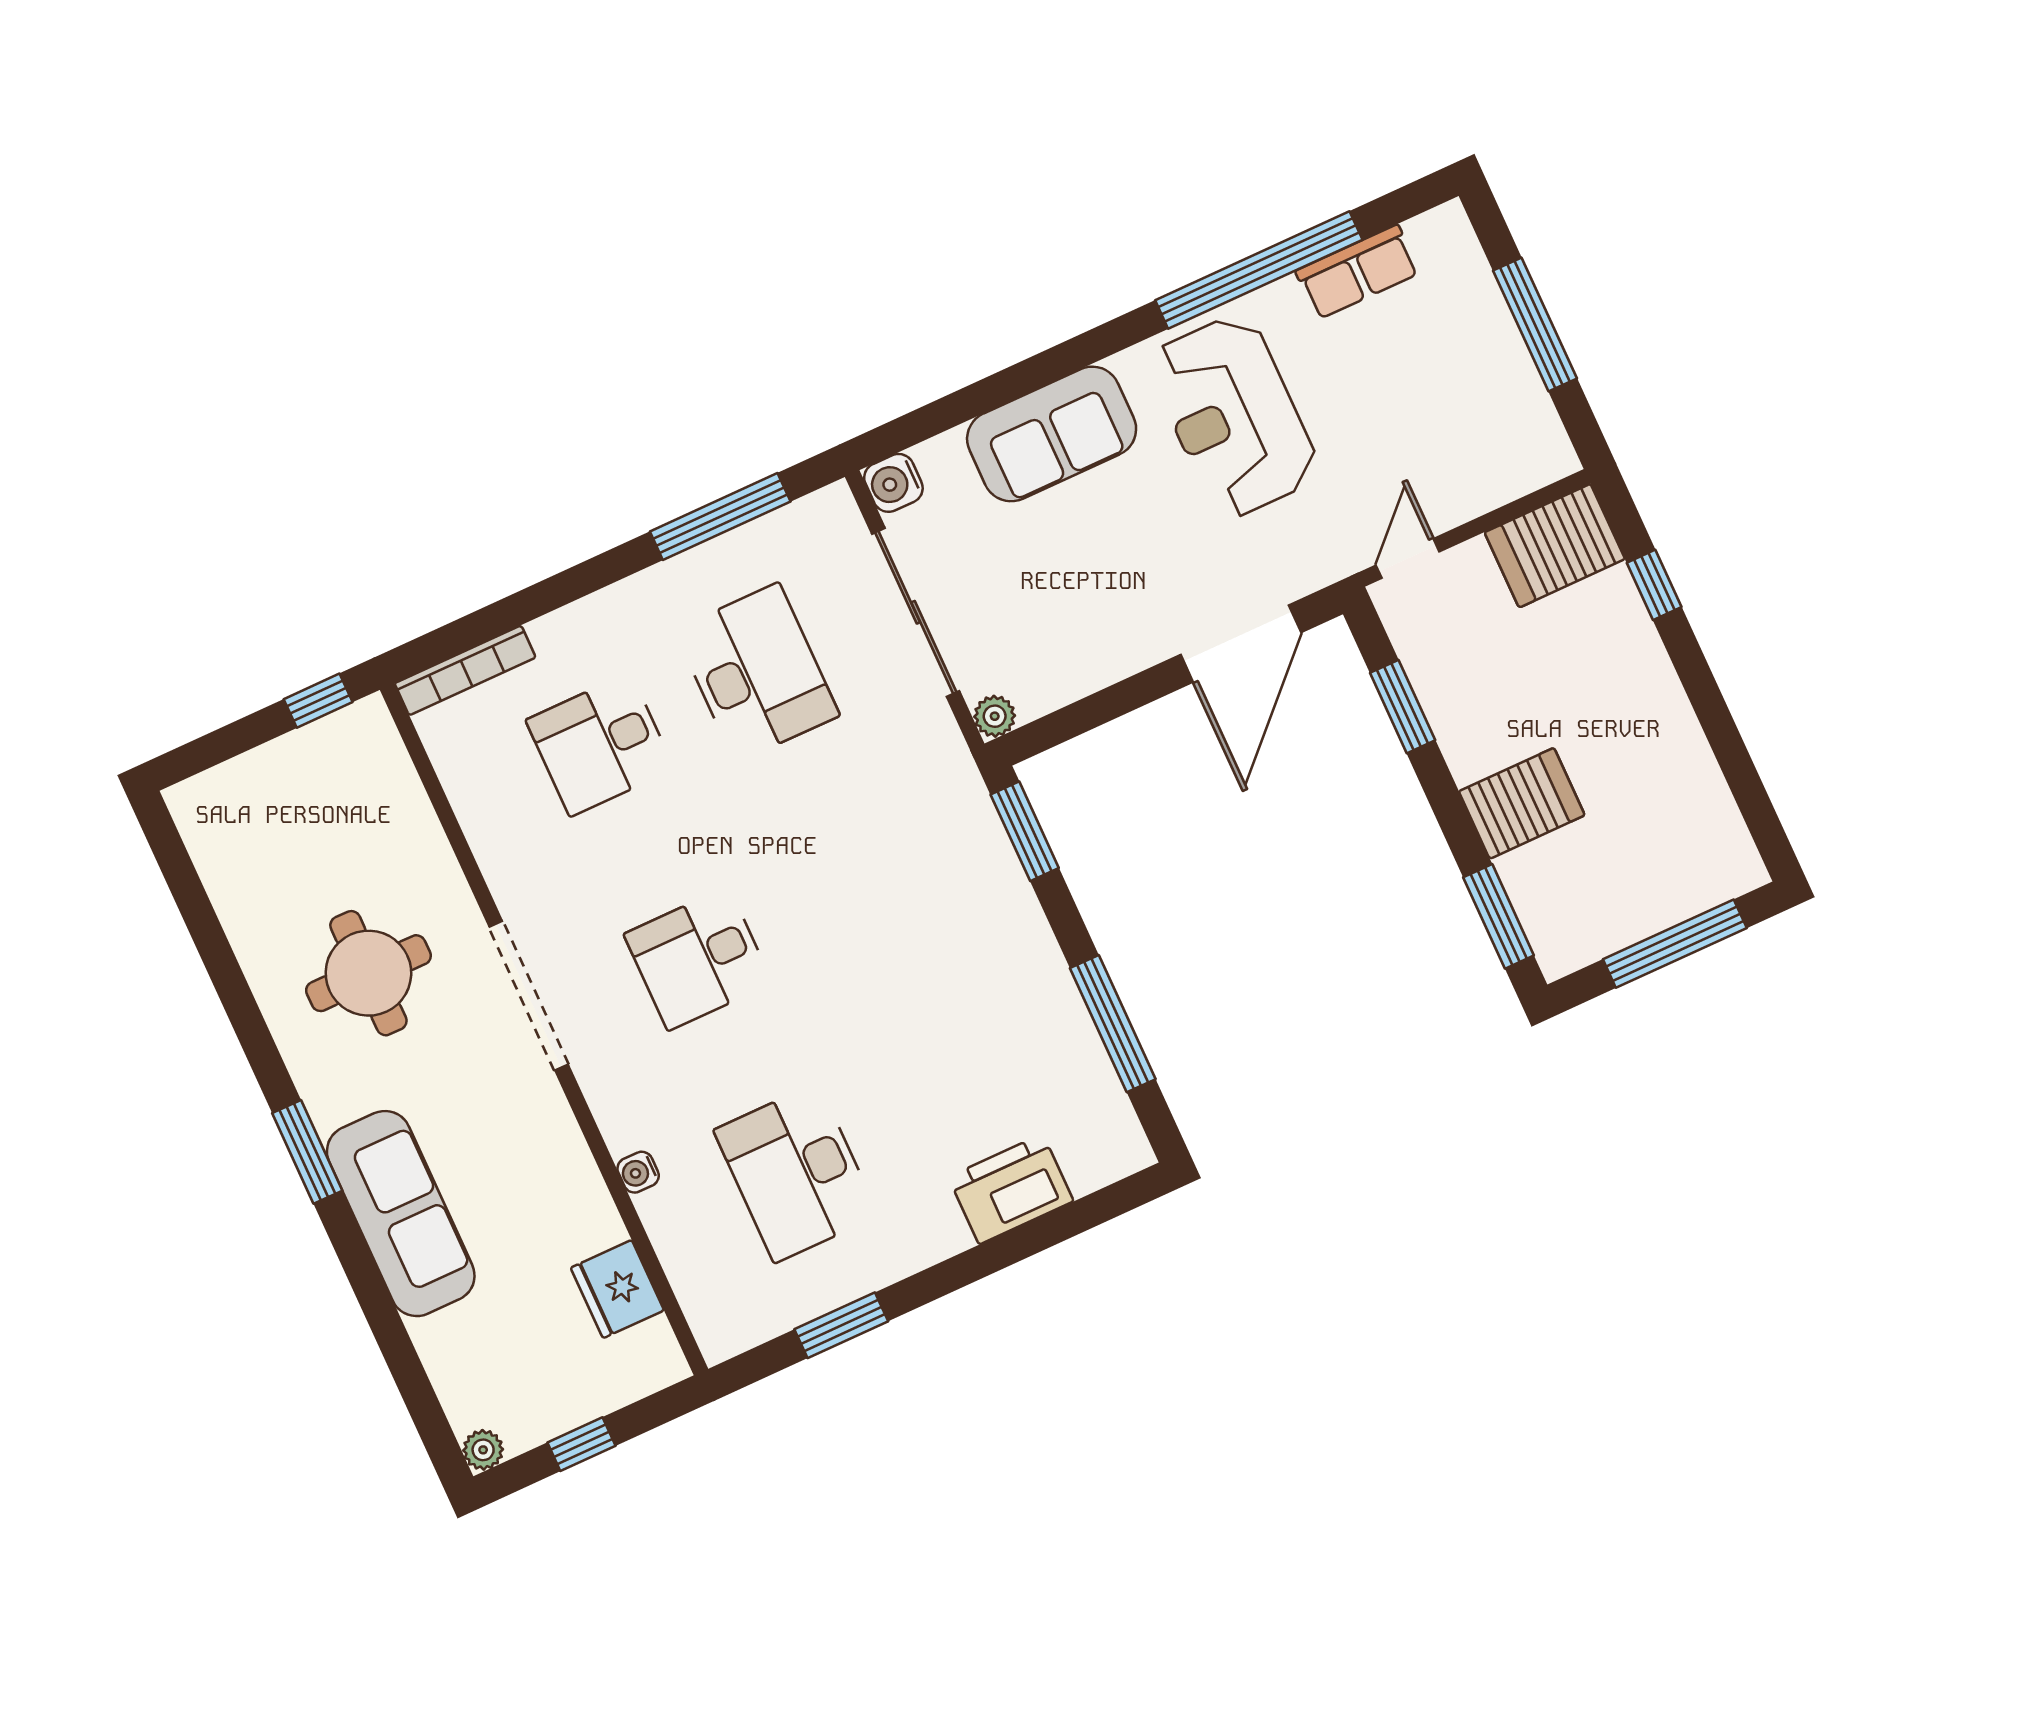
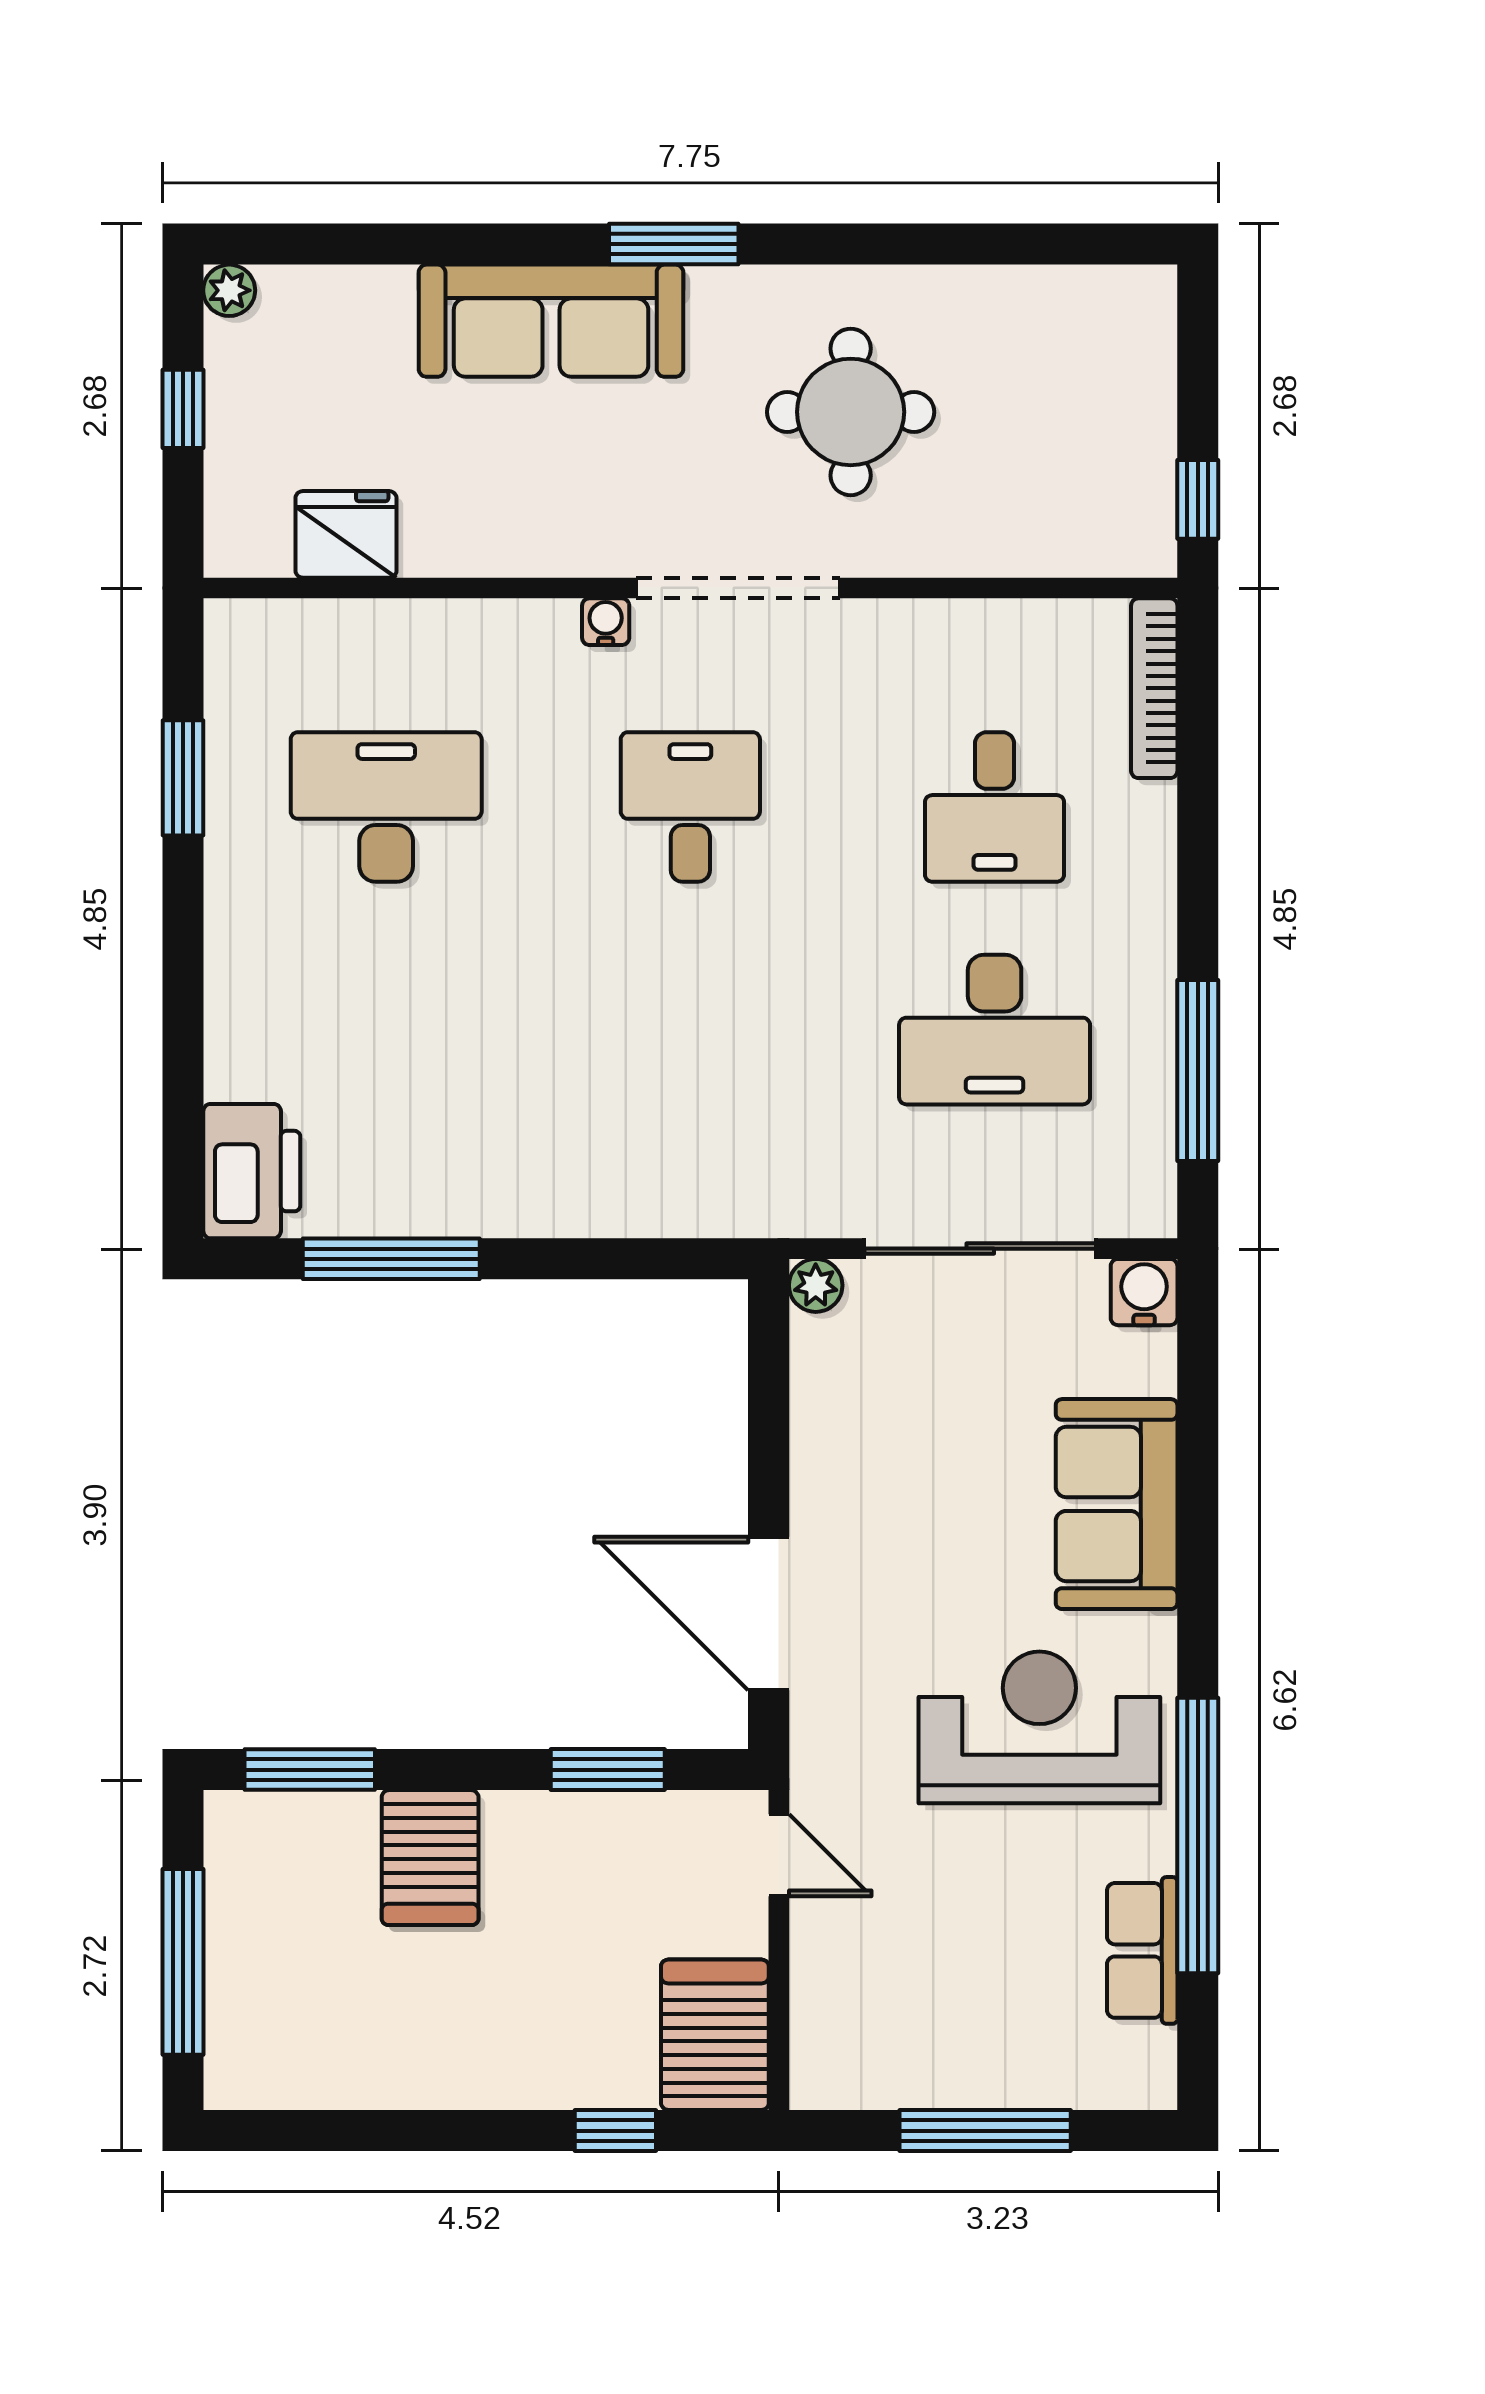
desk: (600, 745) -> (995, 807), turned 180
window: (1025, 831) -> (664, 1259), removed
water cooler: (638, 1172) -> (606, 622), moved
printer: (1011, 1189) -> (252, 1171), moved

